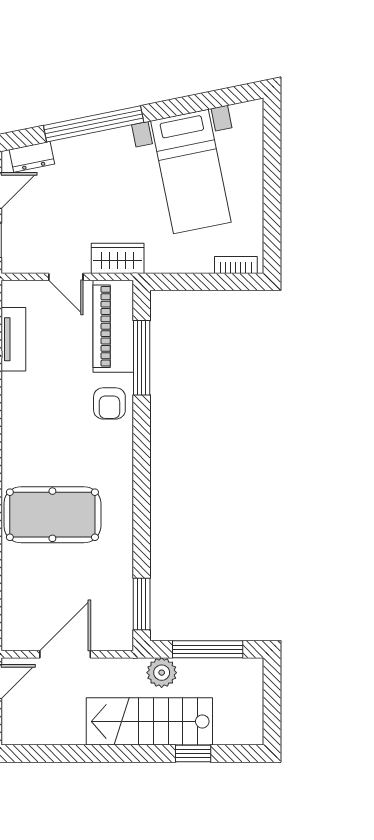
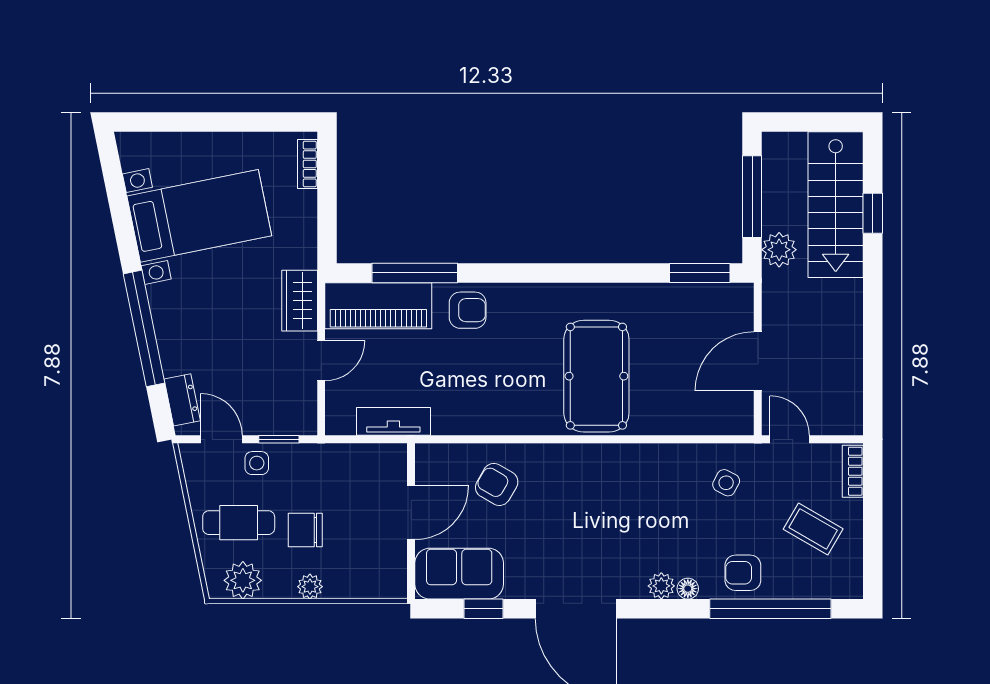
door: (65, 654) -> (758, 361), hinge flipped
stairs: (149, 721) -> (836, 205), moved

